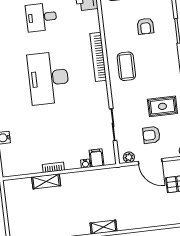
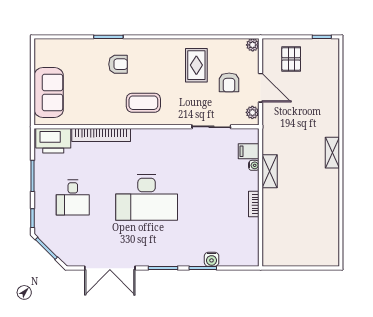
armchair: (145, 26) -> (118, 64), moved
bookcase: (98, 57) -> (101, 135), moved
door: (150, 162) -> (261, 88), hinge flipped
shelving: (46, 181) -> (270, 171), moved

